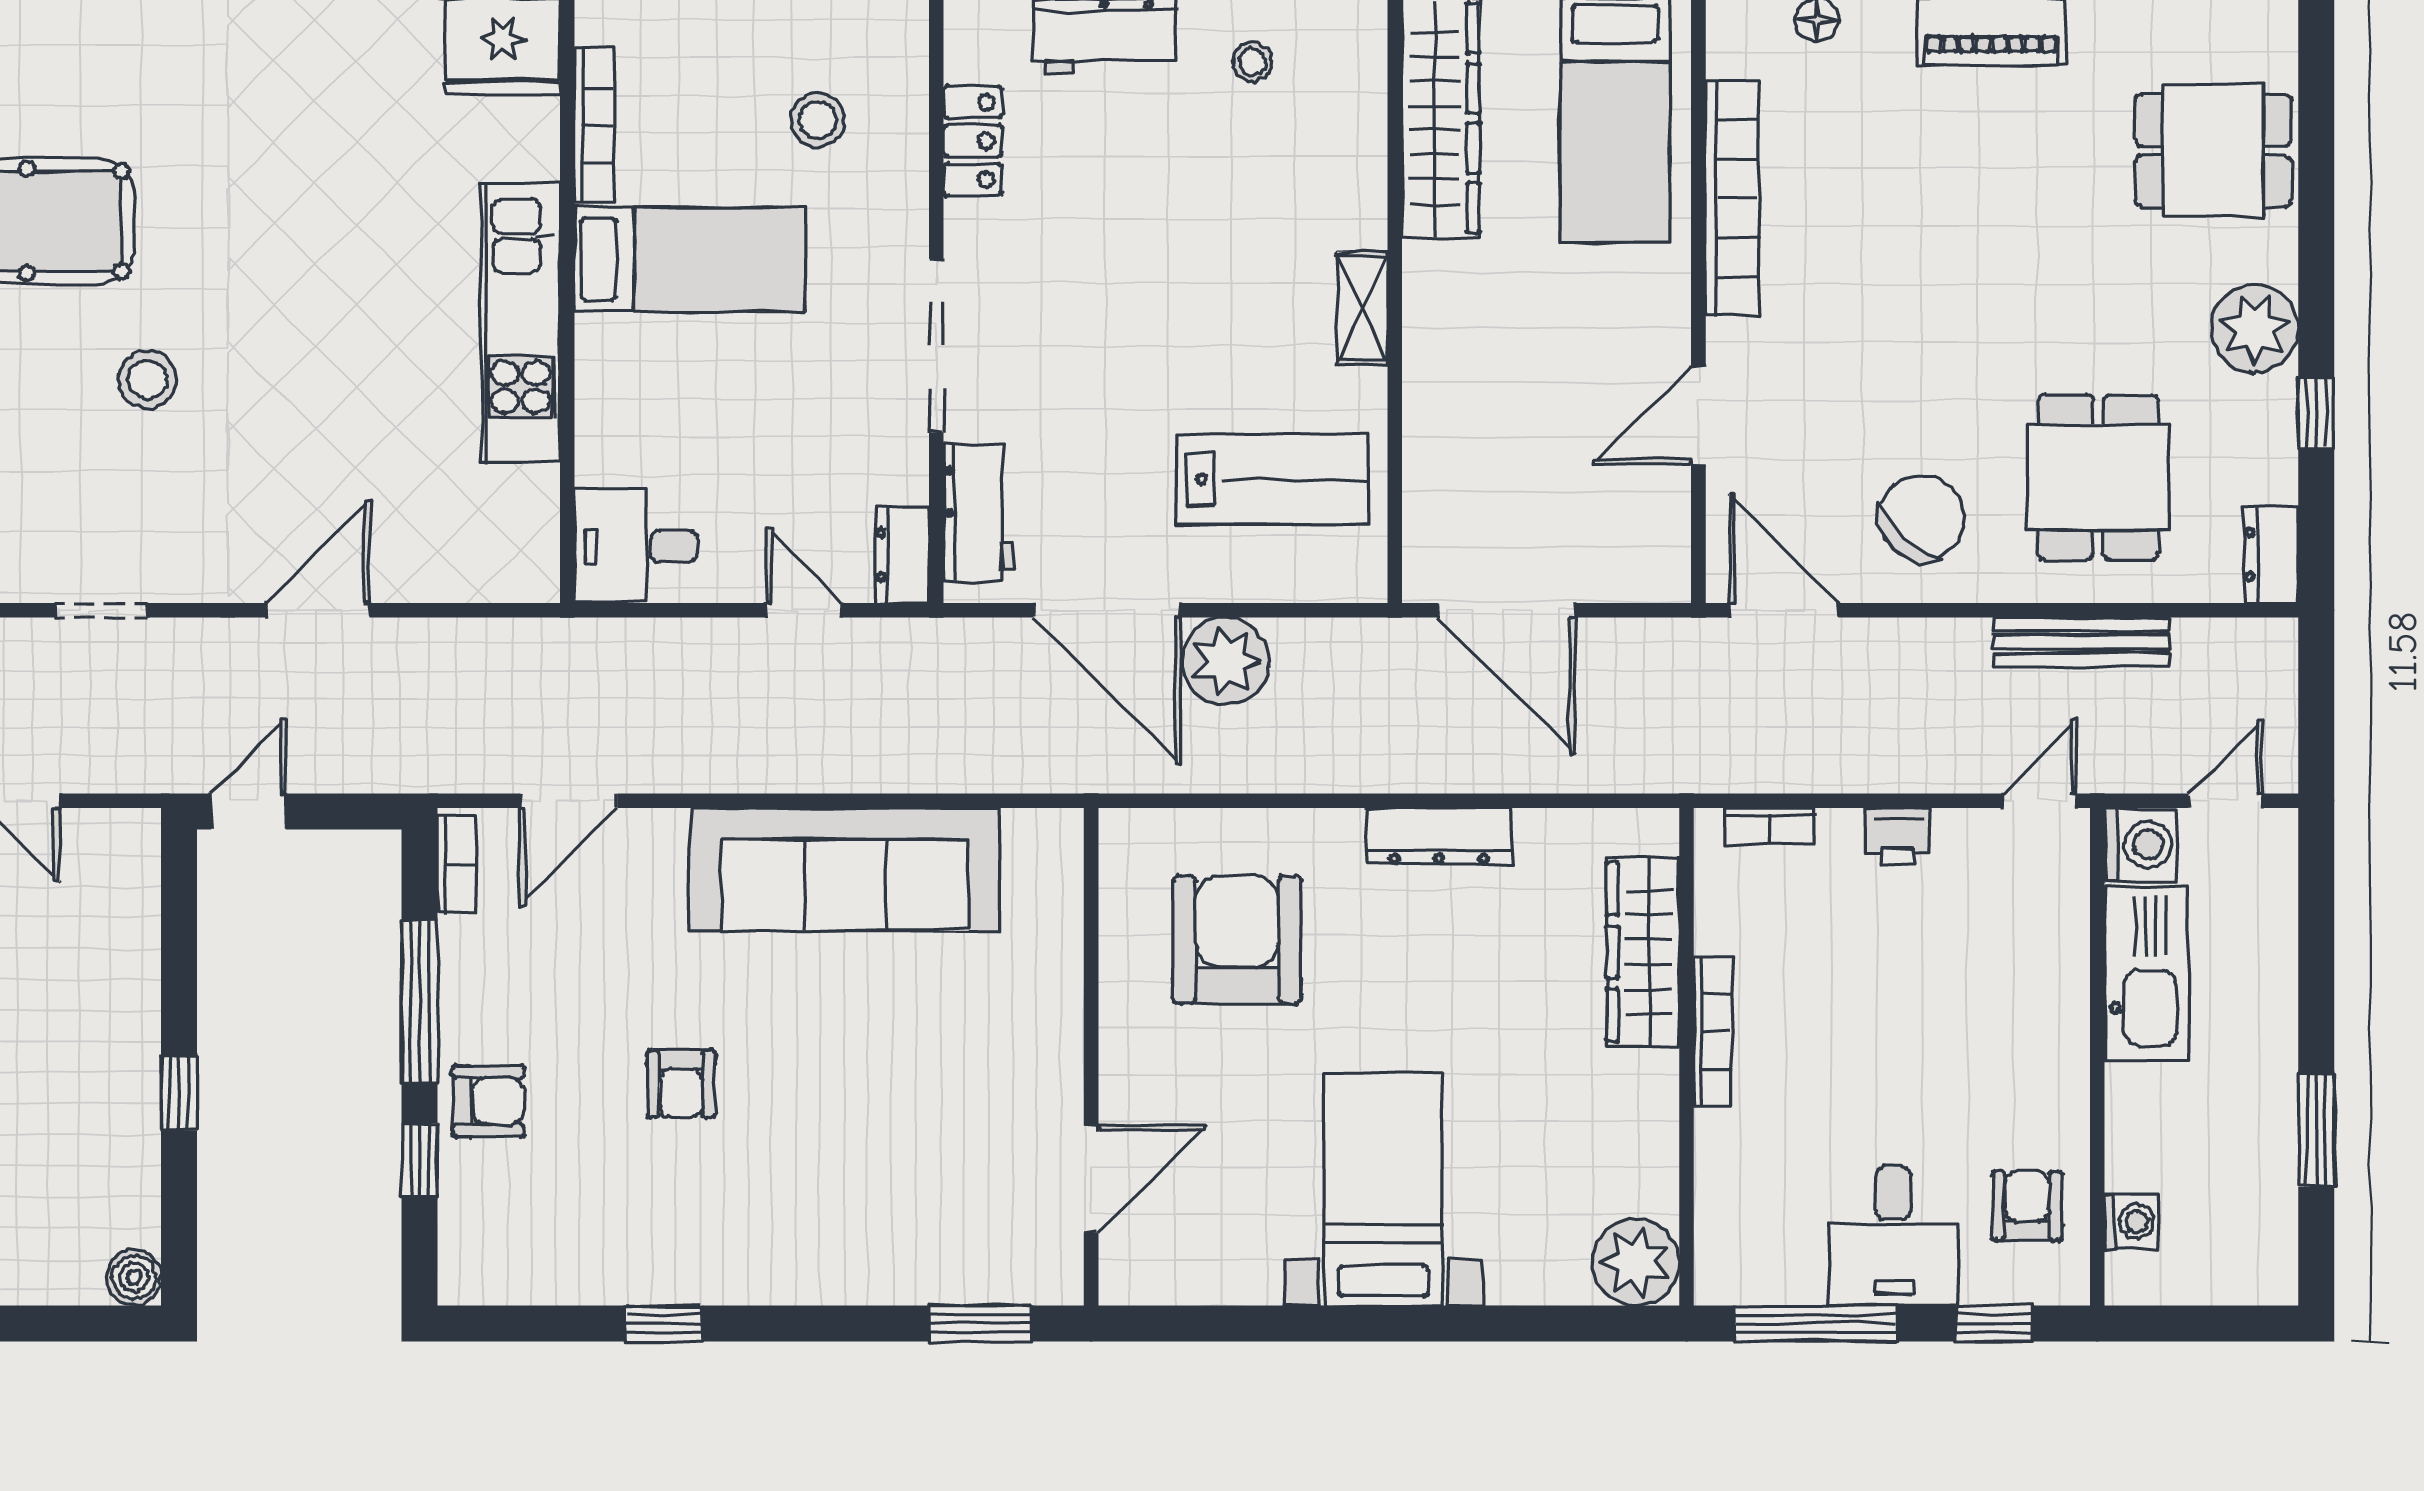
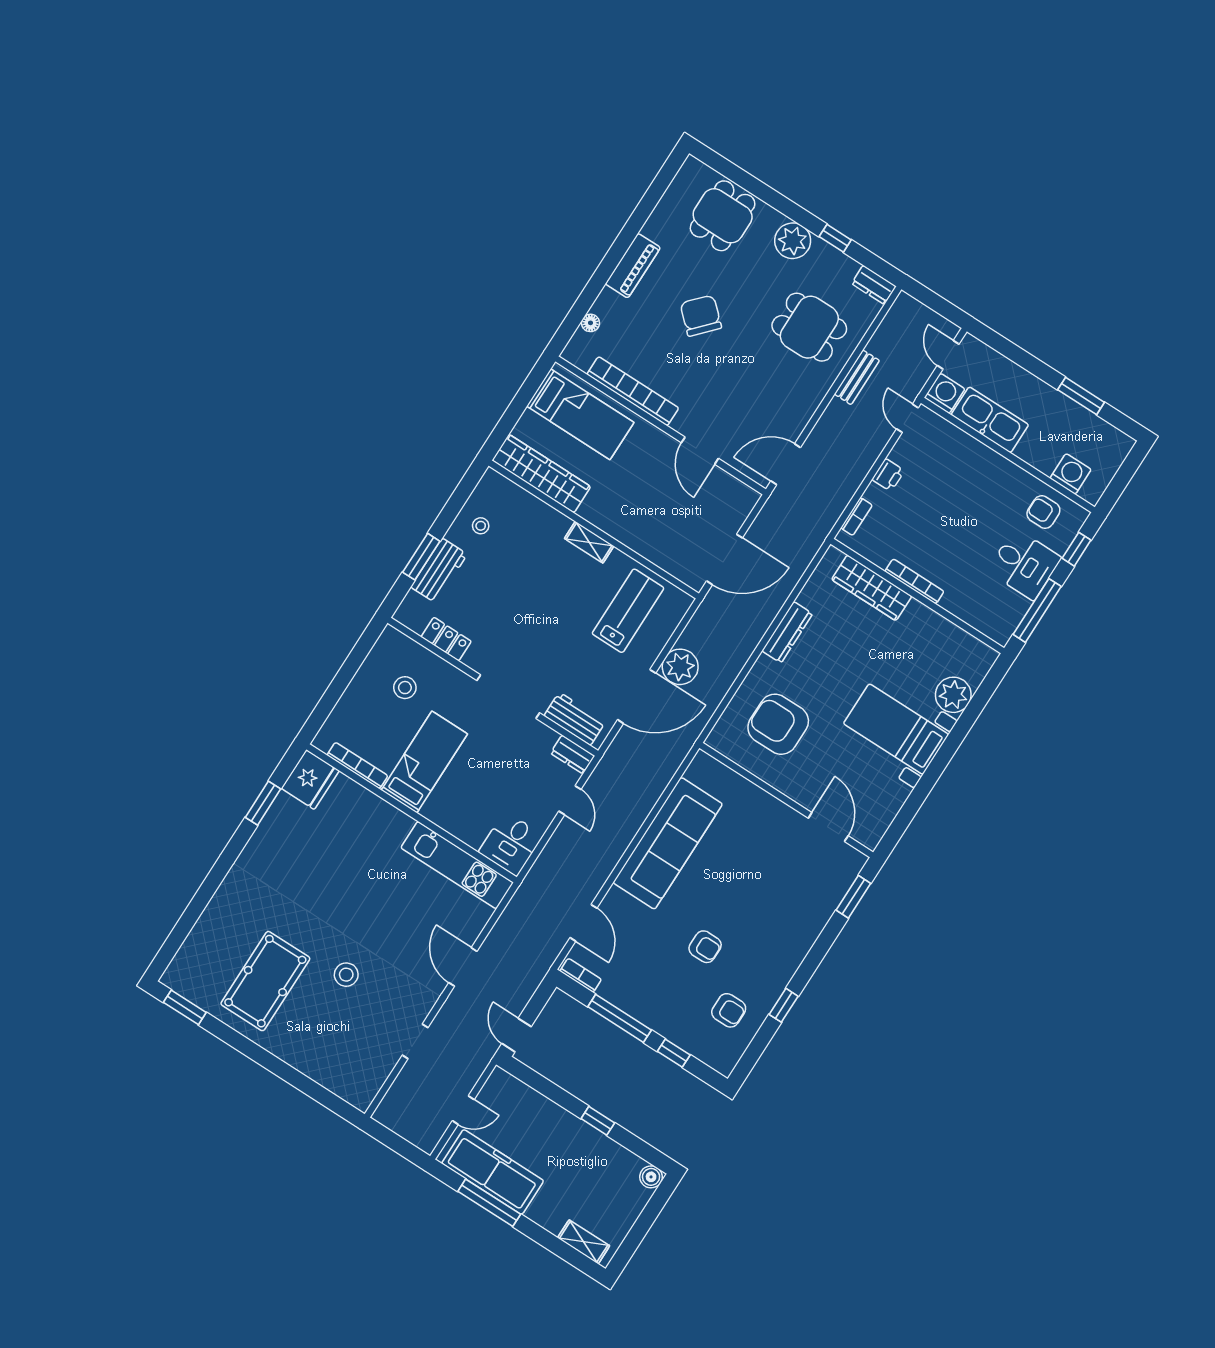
kitchen unit: (521, 323) -> (457, 865), moved
chair: (1922, 518) -> (701, 316), moved
door: (804, 610) -> (570, 800), swing flipped
bench: (2081, 642) -> (857, 377), width x0.73
armchair: (488, 1101) -> (729, 1010), moved, turned 90
washing machine: (2131, 1222) -> (1071, 474), width x1.38, depth x1.38
plant: (1636, 1262) -> (953, 695), moved

